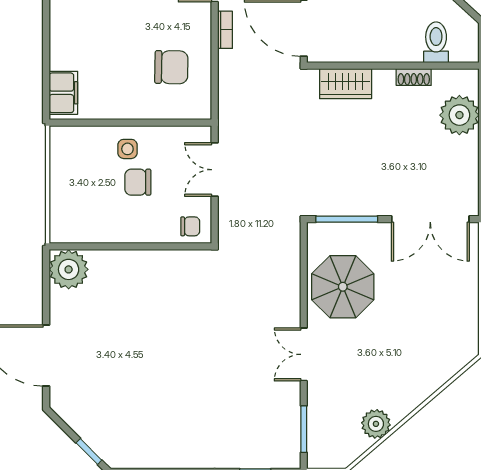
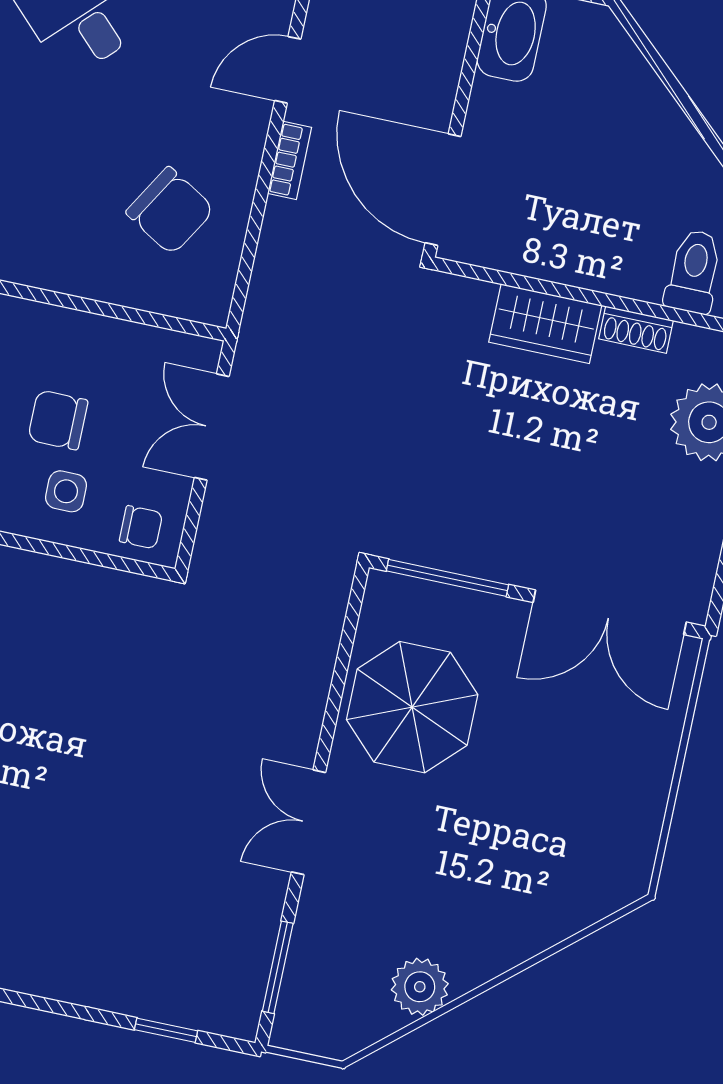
chair: (171, 67) -> (170, 211), turned 30
wardrobe: (346, 84) -> (545, 324), moved
side table: (127, 149) -> (66, 491), moved

